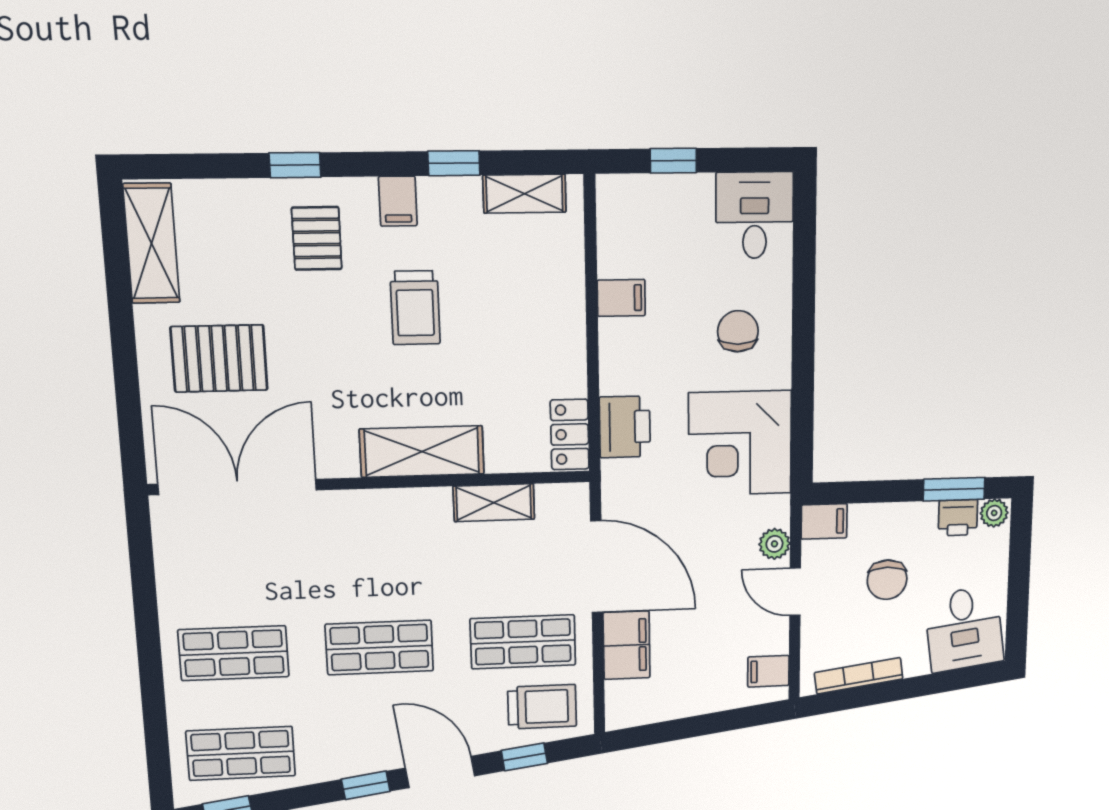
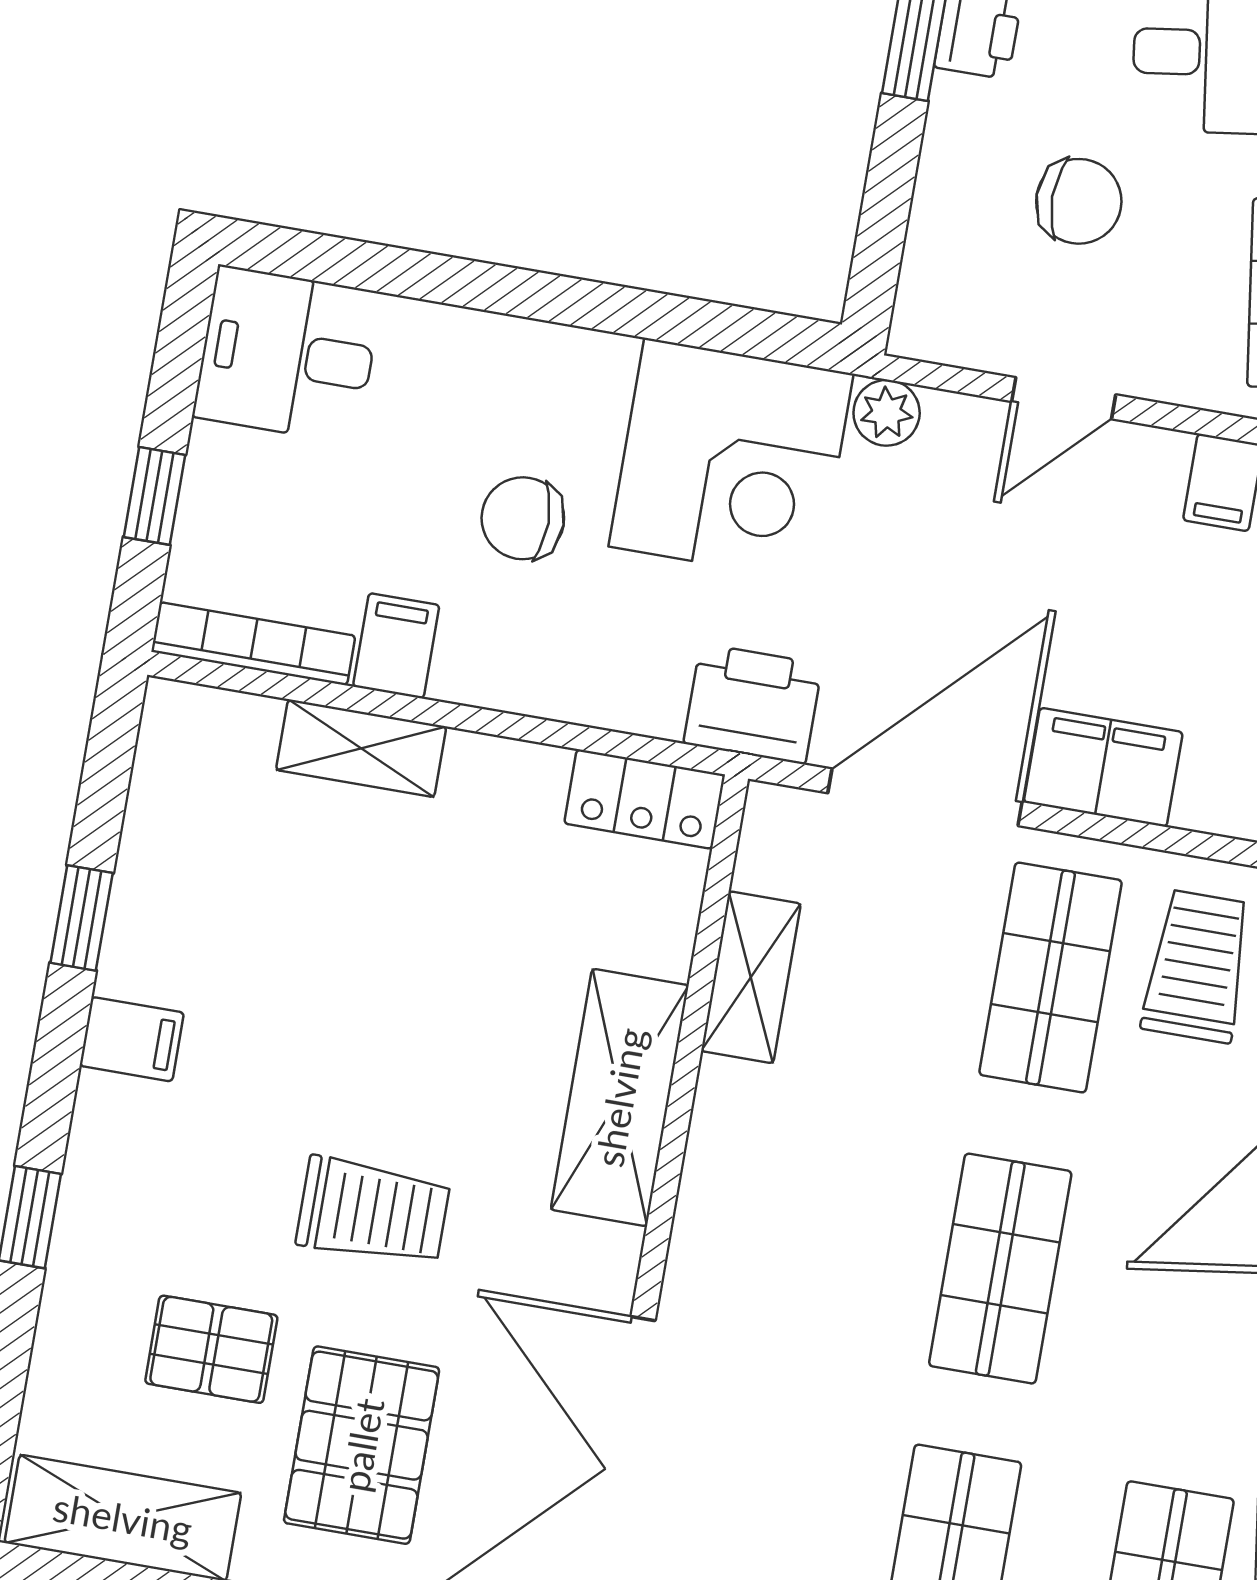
shelving: (524, 194) -> (361, 748), moved, turned 90
bookcase: (609, 226) -> (253, 644), added
pallet: (317, 238) -> (211, 1349), moved
trolley: (415, 308) -> (373, 1211), moved
chair: (738, 331) -> (523, 518), moved
printer: (625, 427) -> (753, 704), moved
filing cabinet: (824, 521) -> (928, 314), removed
plant: (774, 544) -> (887, 413), moved

